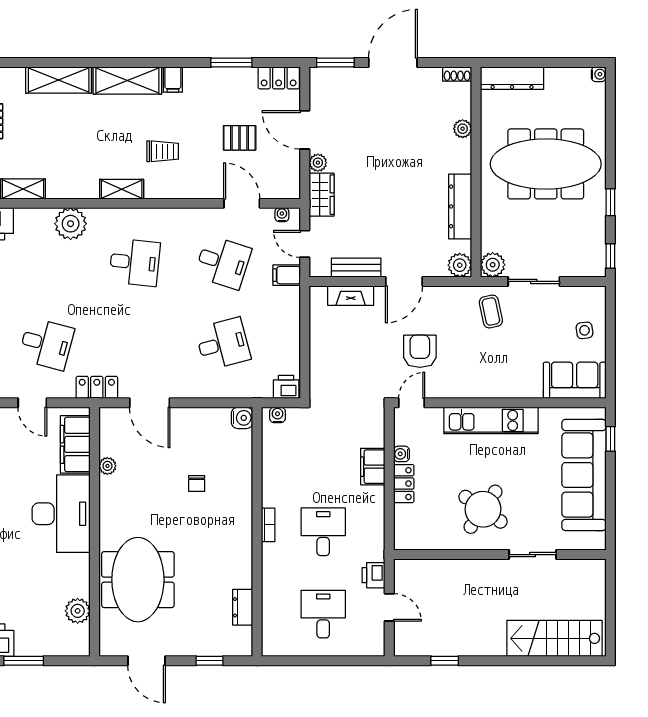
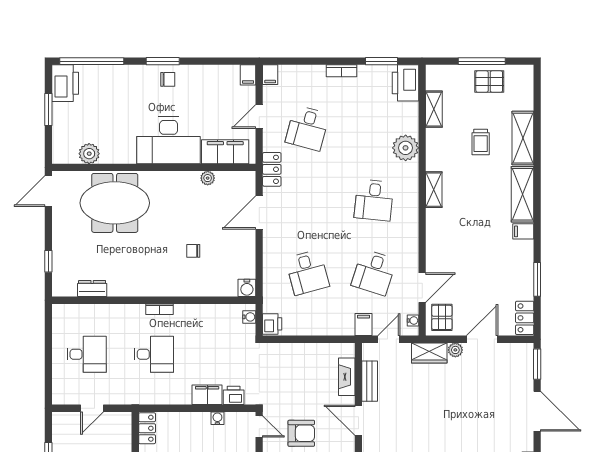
pallet: (240, 138) -> (442, 317), moved
trolley: (163, 151) -> (481, 142), moved
locker: (404, 484) -> (147, 428), moved, turned -90
printer: (374, 575) -> (234, 395), moved
door: (146, 661) -> (48, 191), moved

